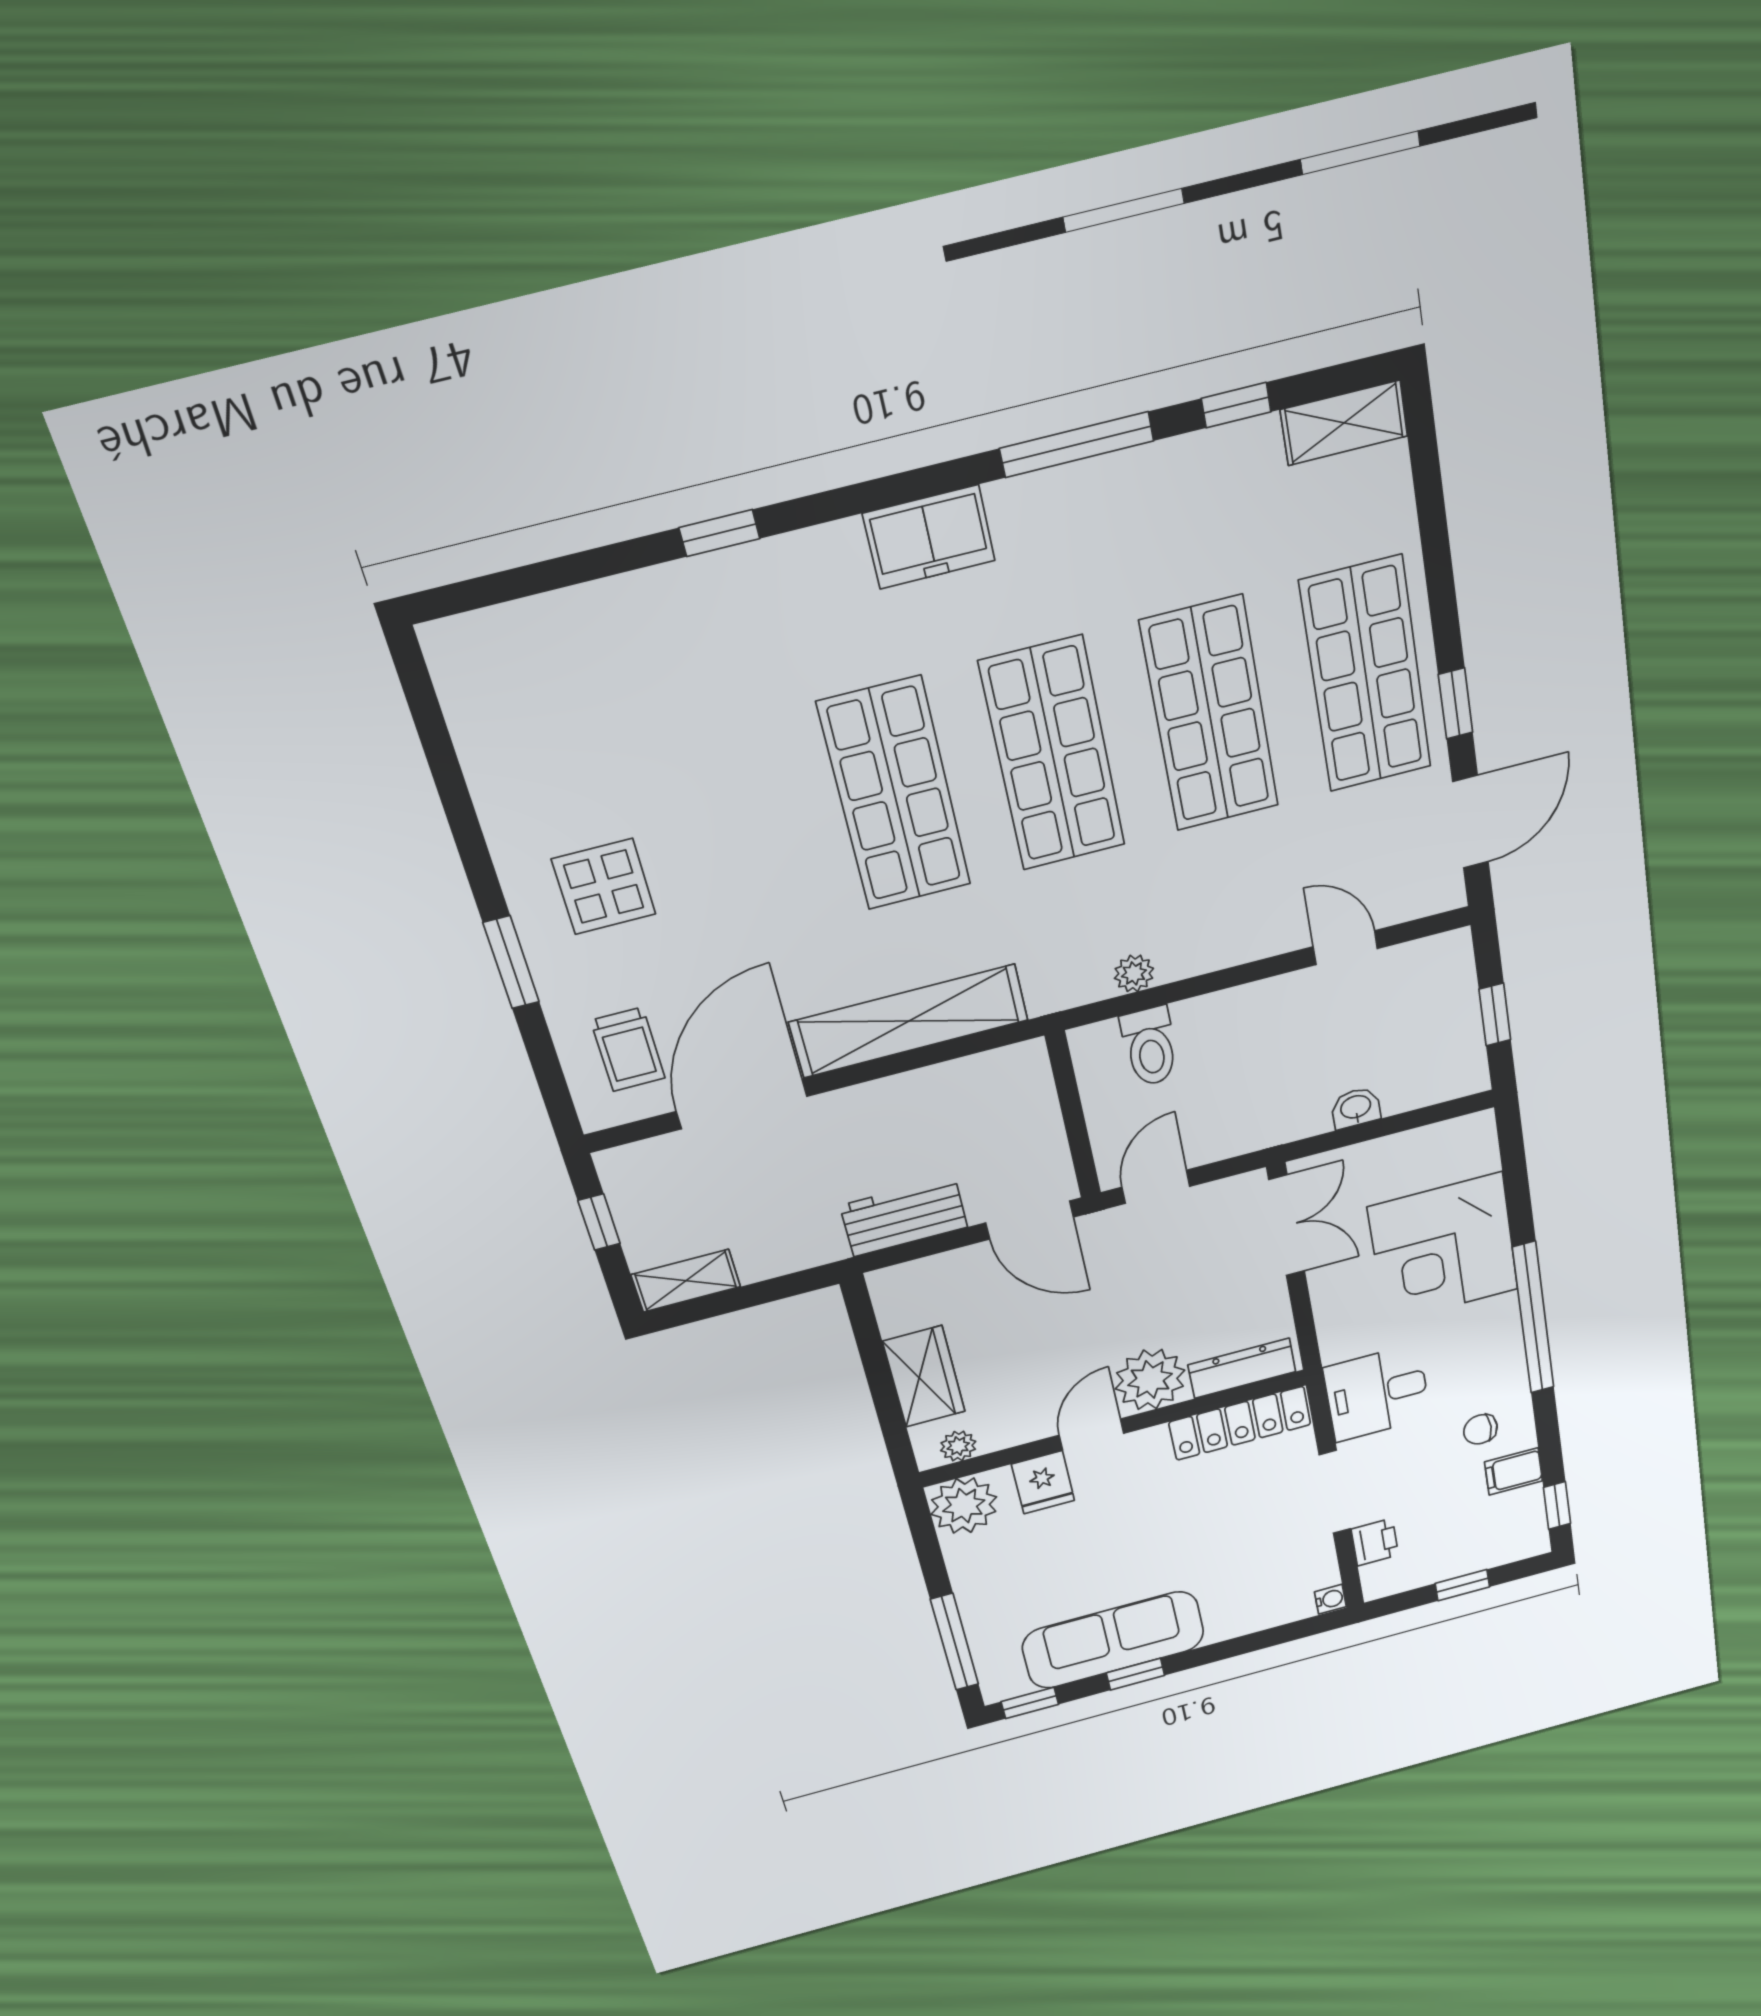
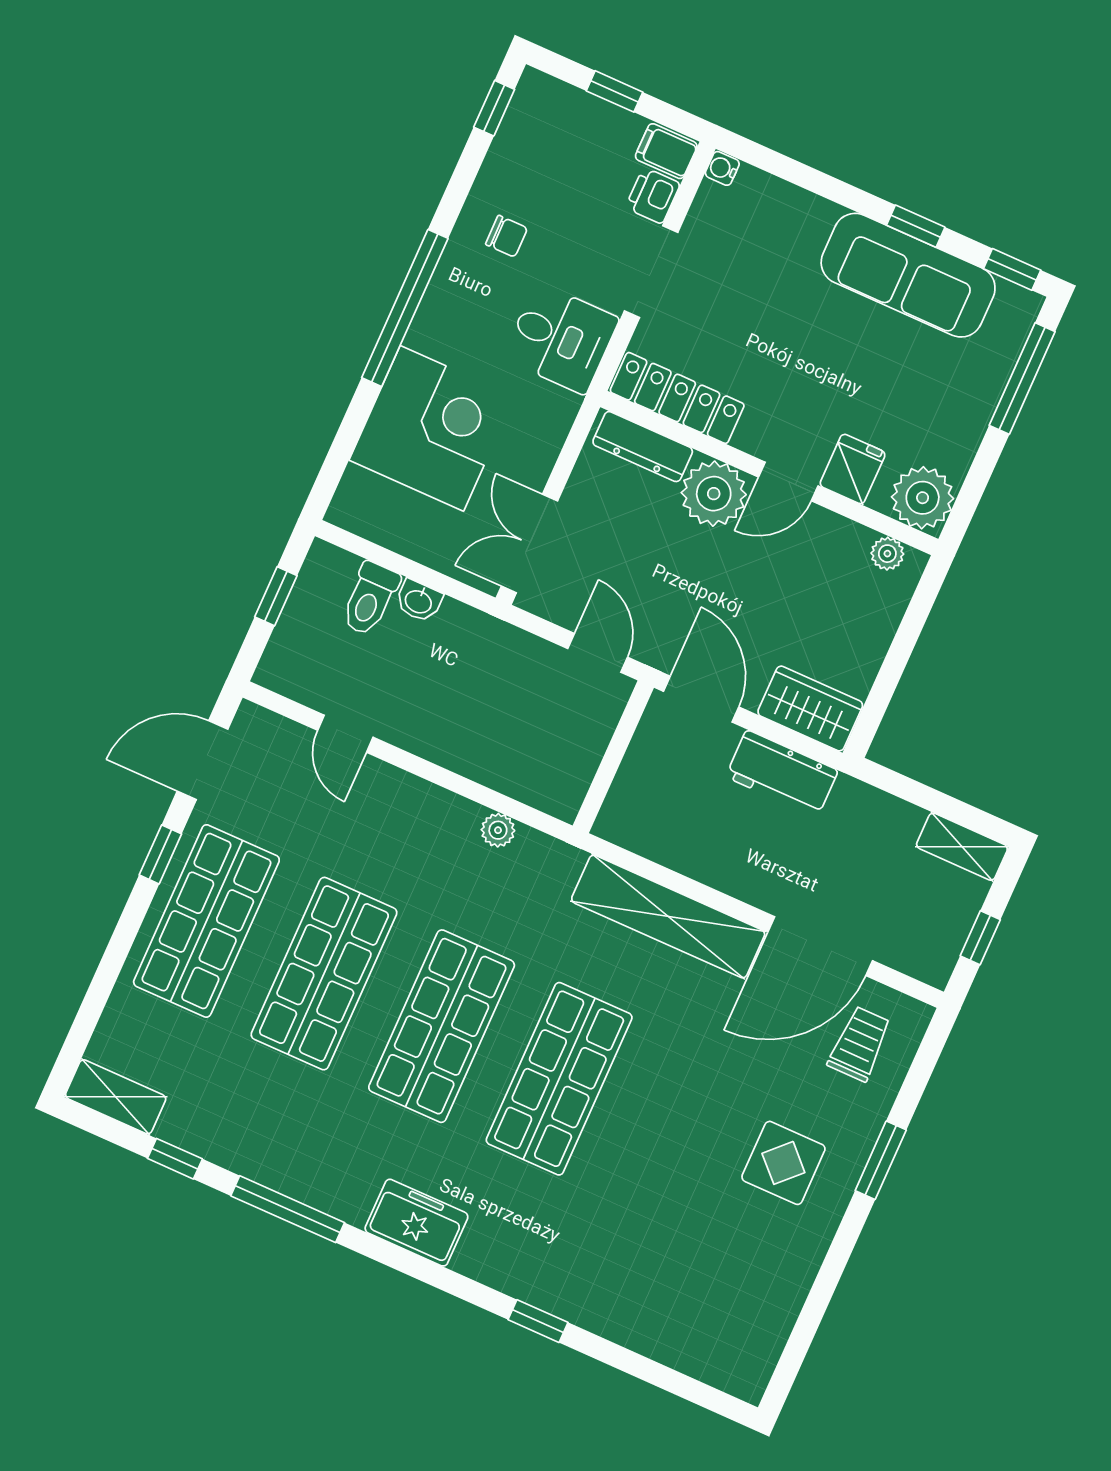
toilet: (1150, 1047) -> (370, 599), moved, turned 180
door: (1156, 1187) -> (598, 653), swing flipped
wardrobe: (924, 1377) -> (810, 709), moved, turned 90
filing cabinet: (1514, 1471) -> (666, 151), moved, turned 180

